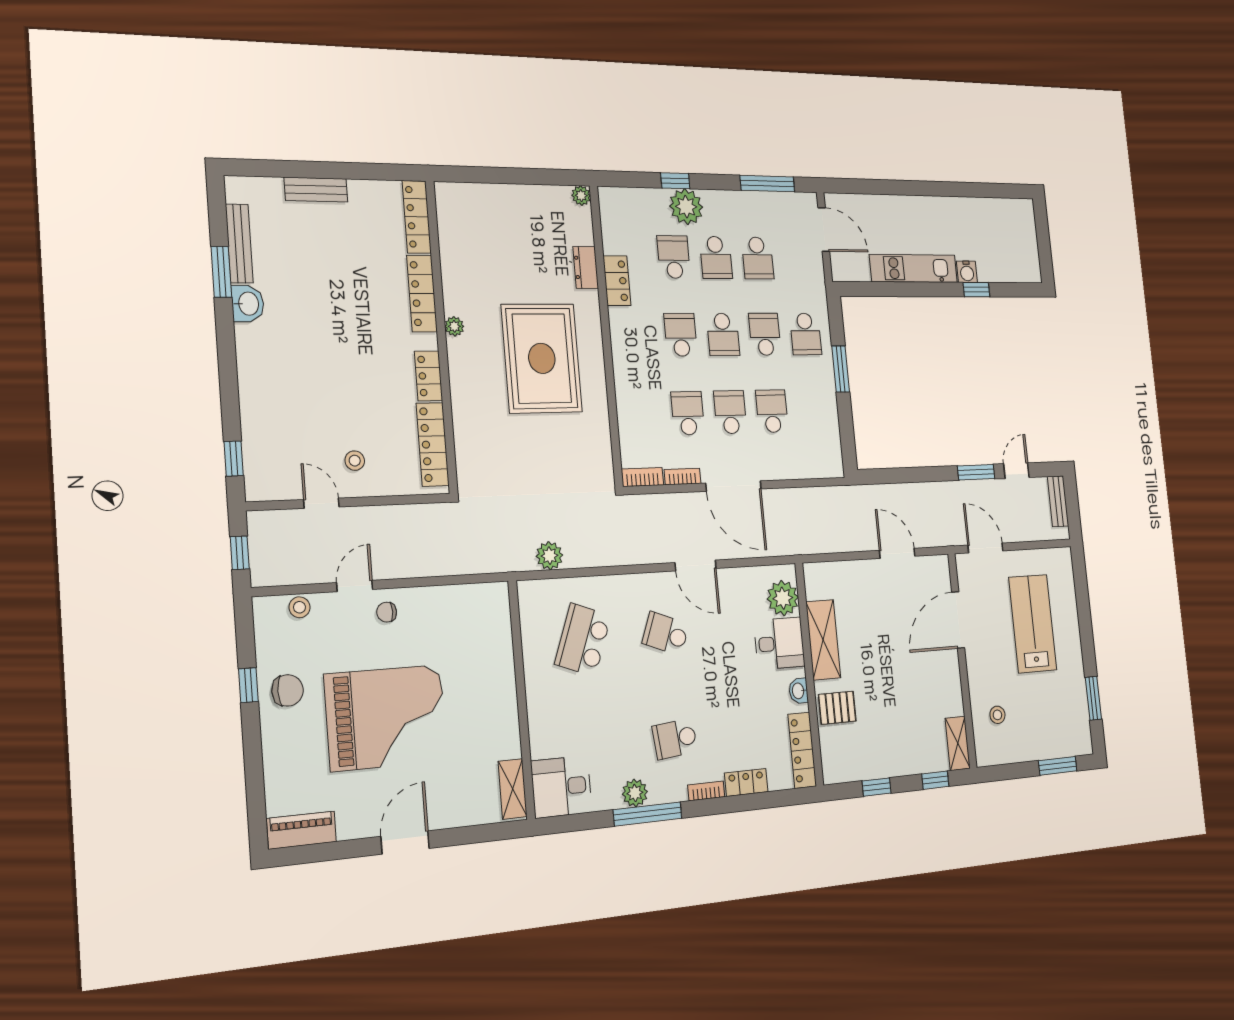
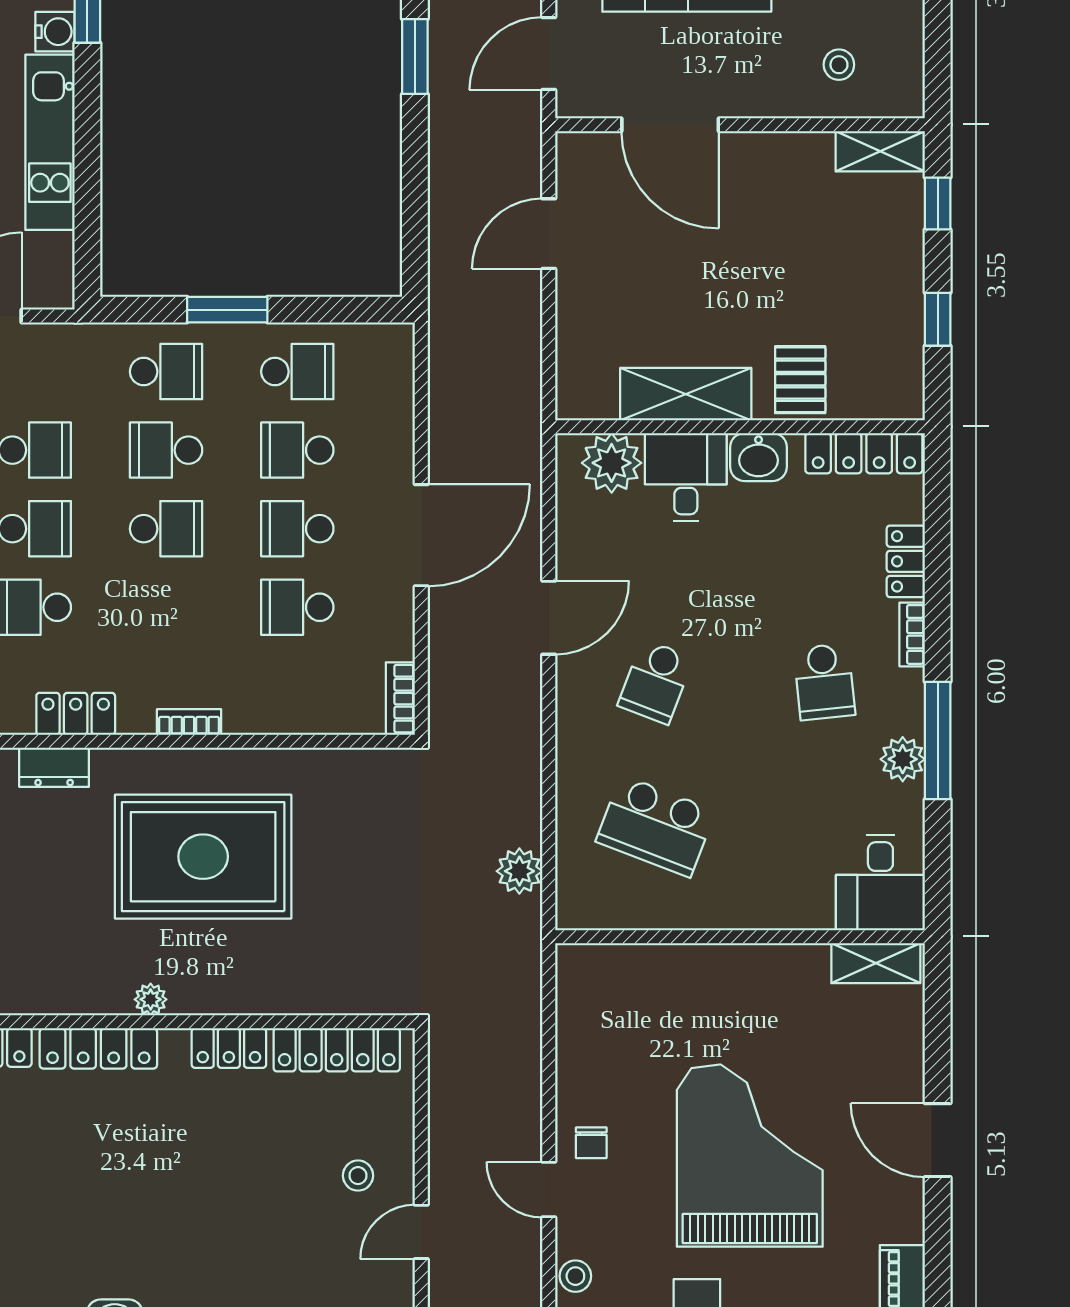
school desk: (681, 335) -> (297, 372), moved, turned 180
bookcase: (683, 476) -> (189, 722), moved, turned 90
washbasin: (799, 691) -> (759, 457), width x1.38, depth x1.45

